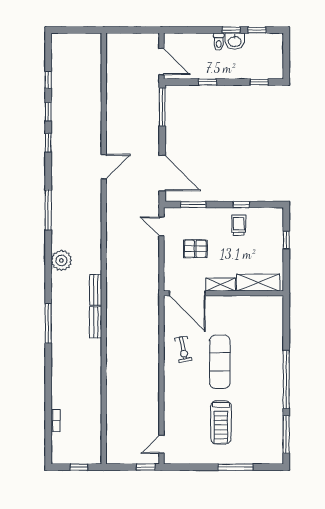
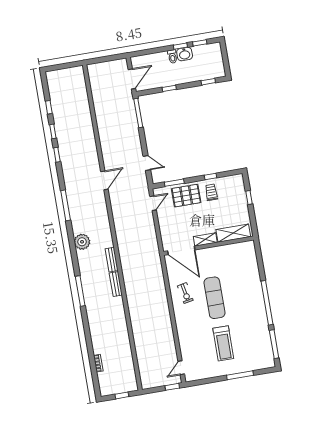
door: (161, 62) -> (132, 79), hinge flipped
door: (104, 167) -> (104, 180), moved
door: (162, 173) -> (147, 163), width x0.53
door: (161, 226) -> (153, 203), swing flipped
pallet: (195, 249) -> (186, 196), moved, width x1.50, depth x1.42

